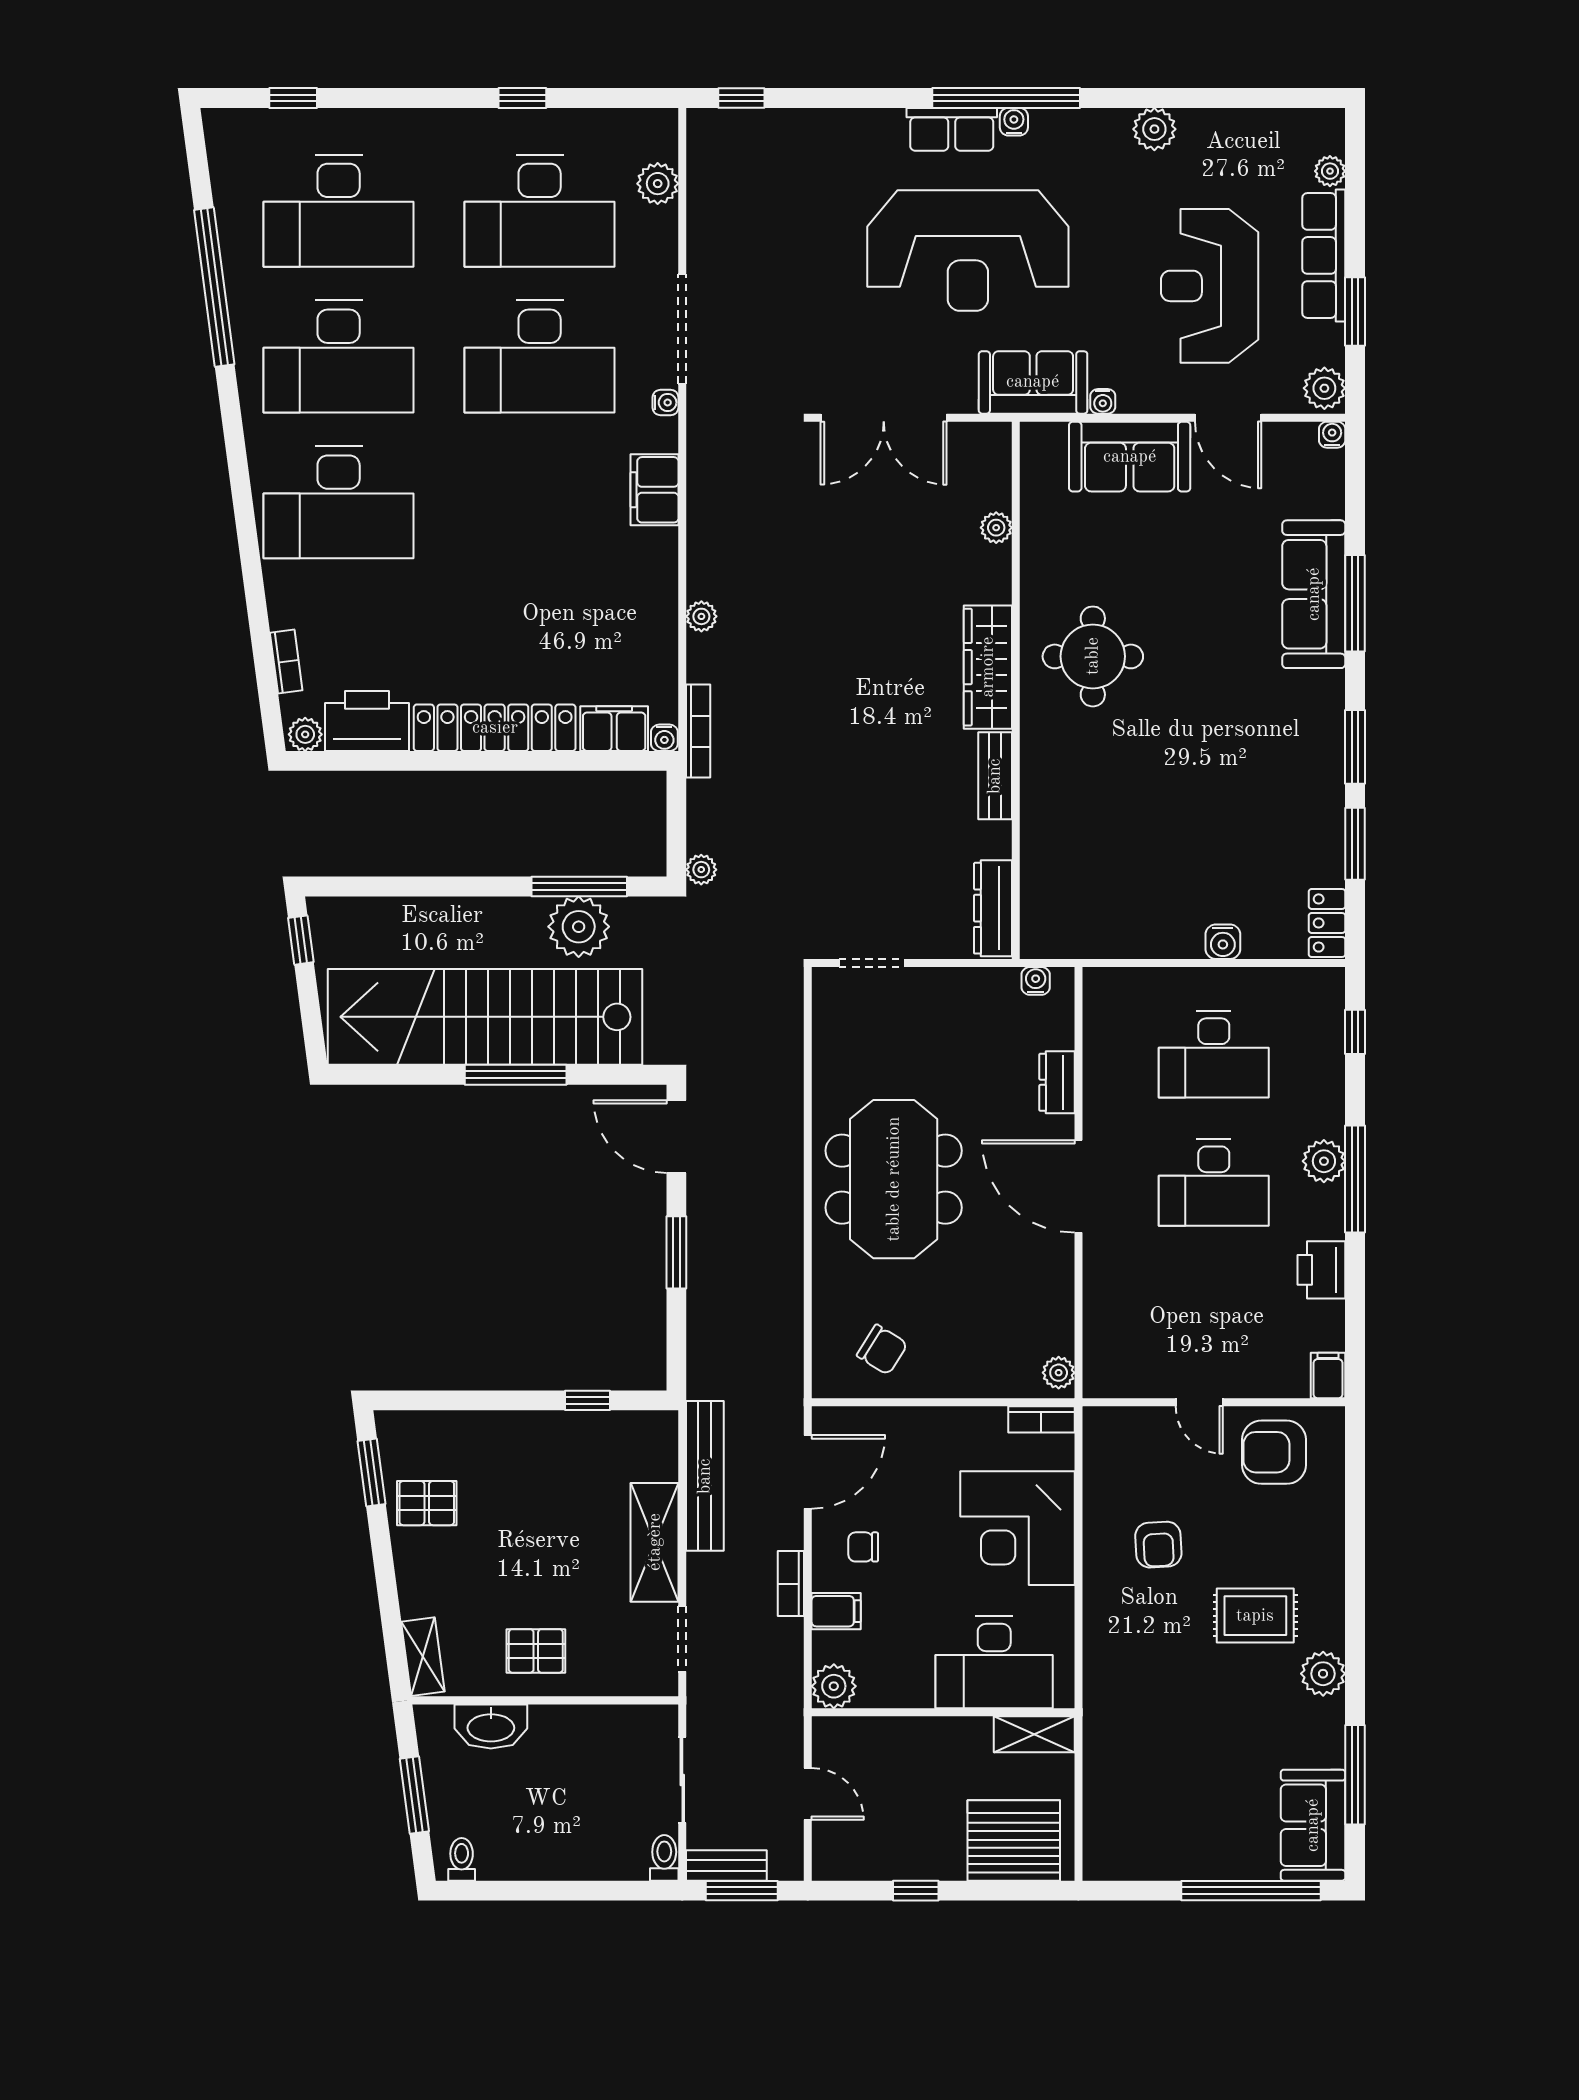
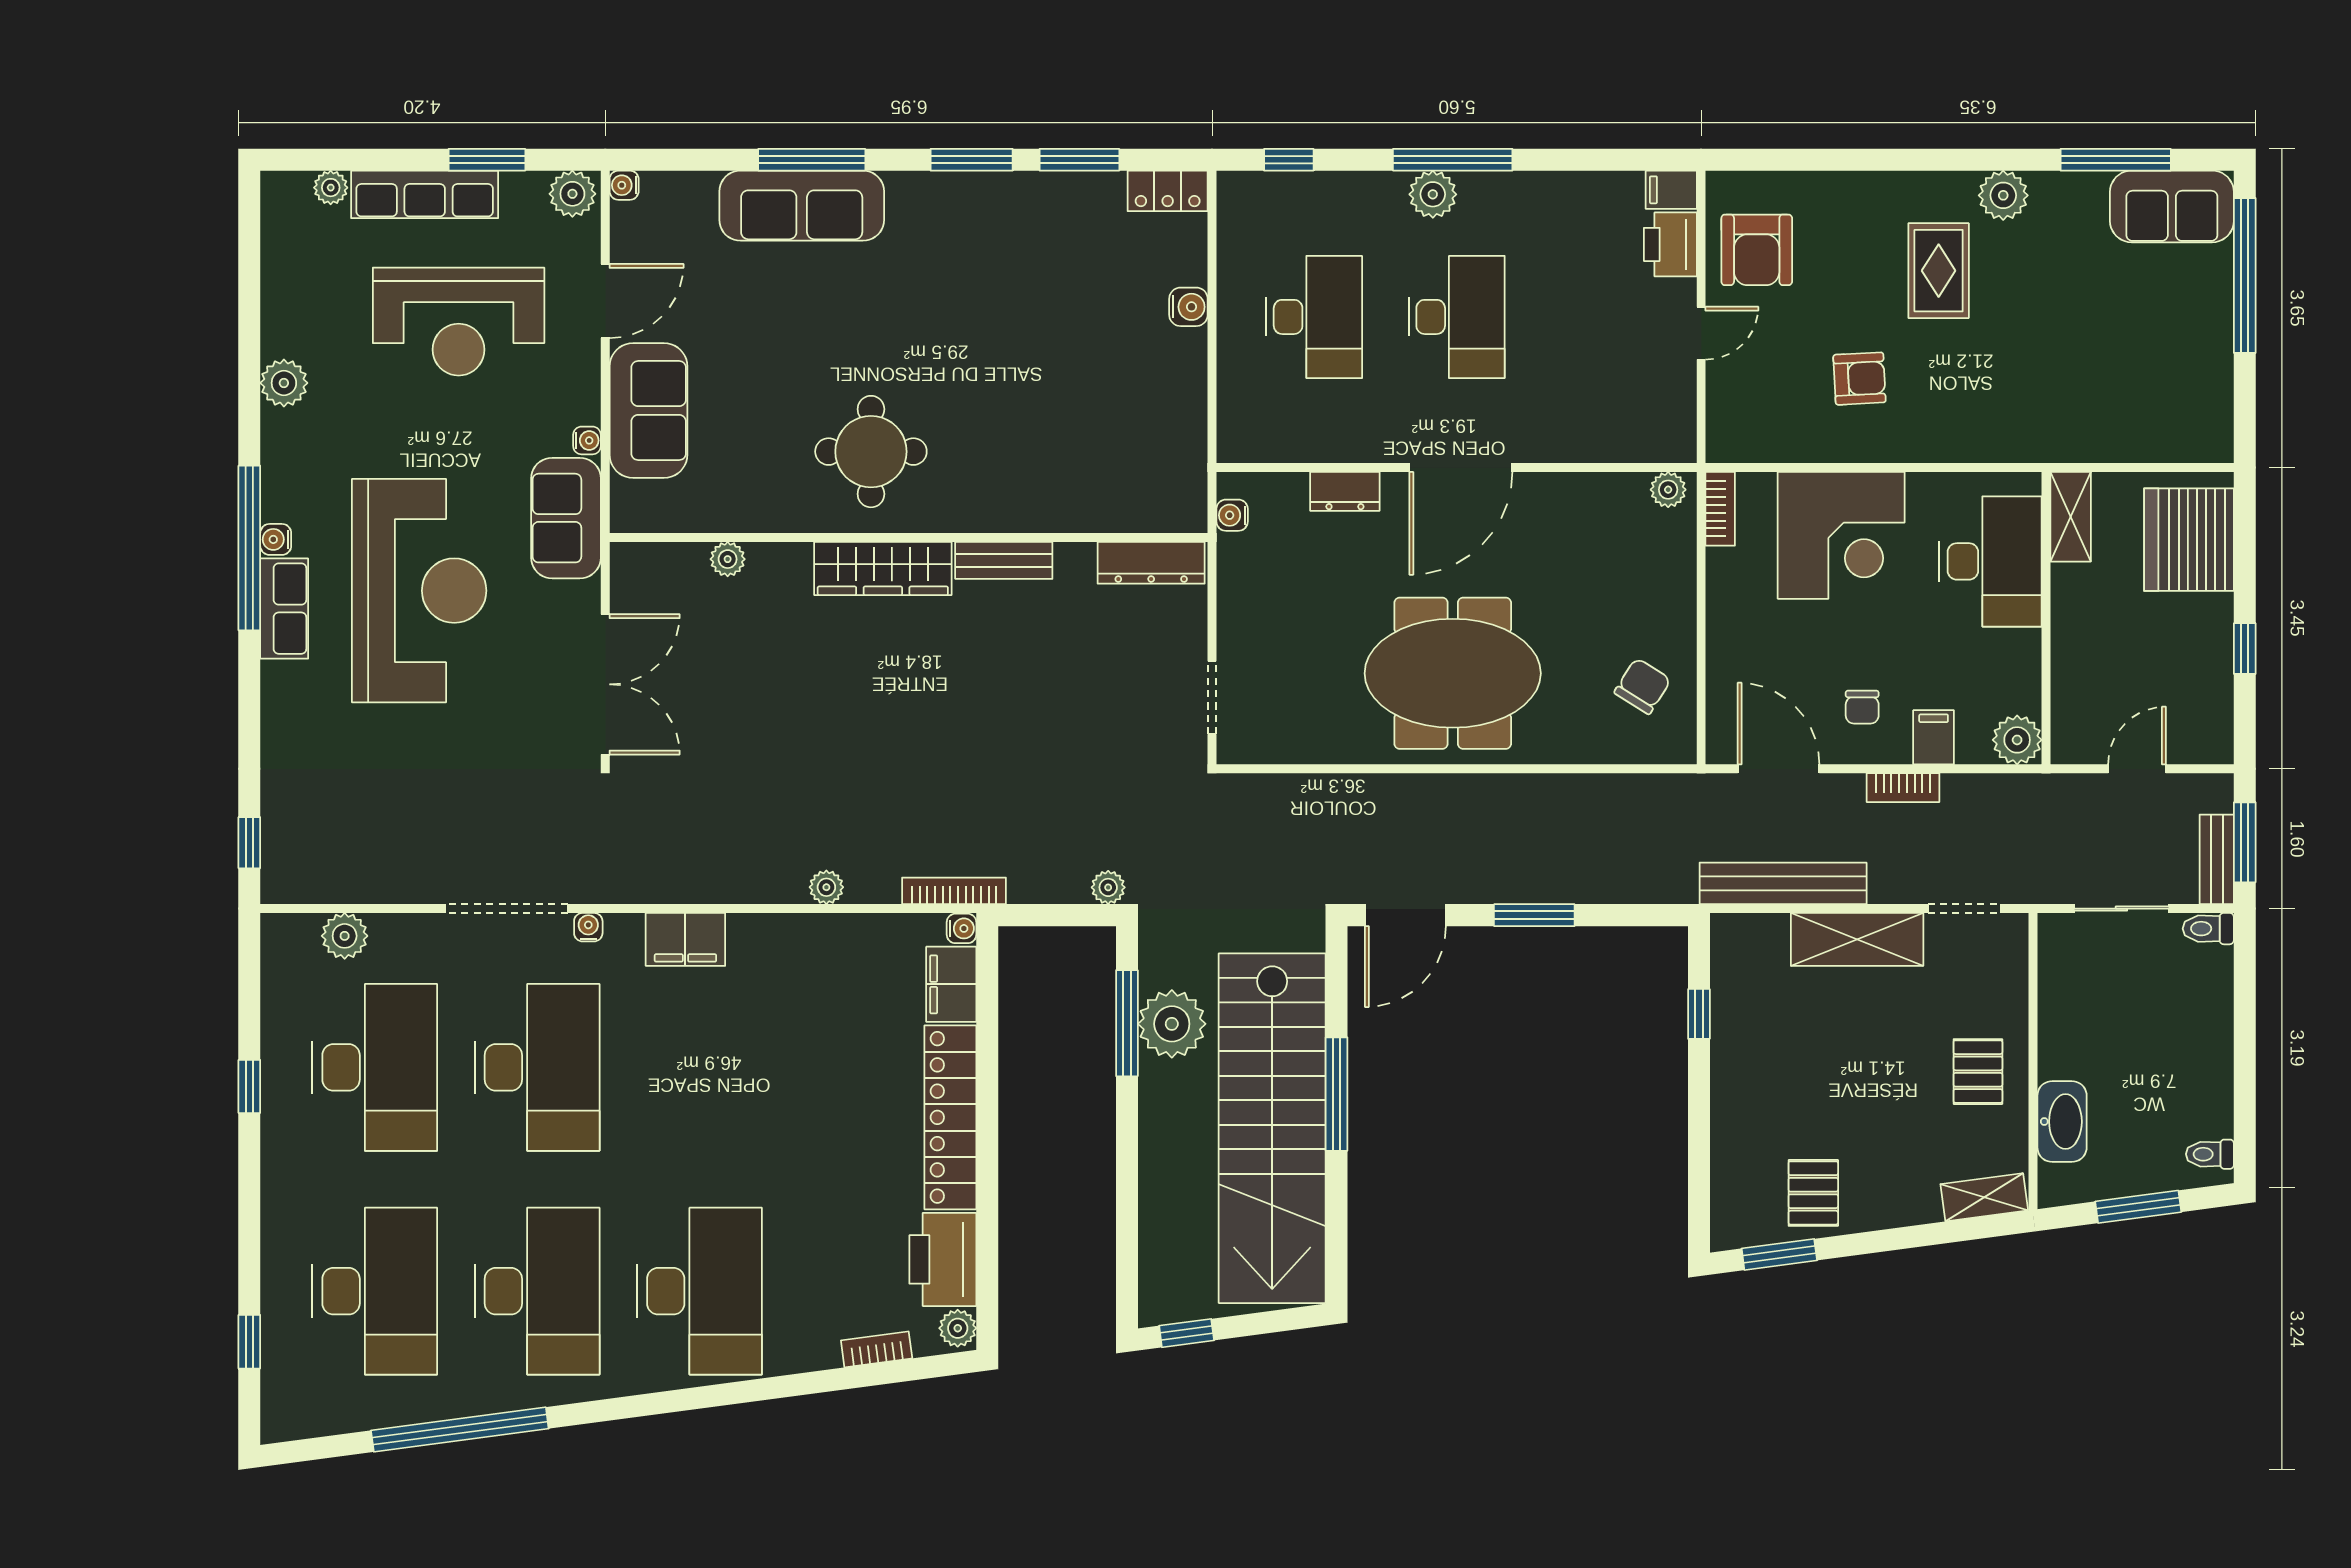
printer: (1321, 1270) -> (1670, 244), moved, turned 90

